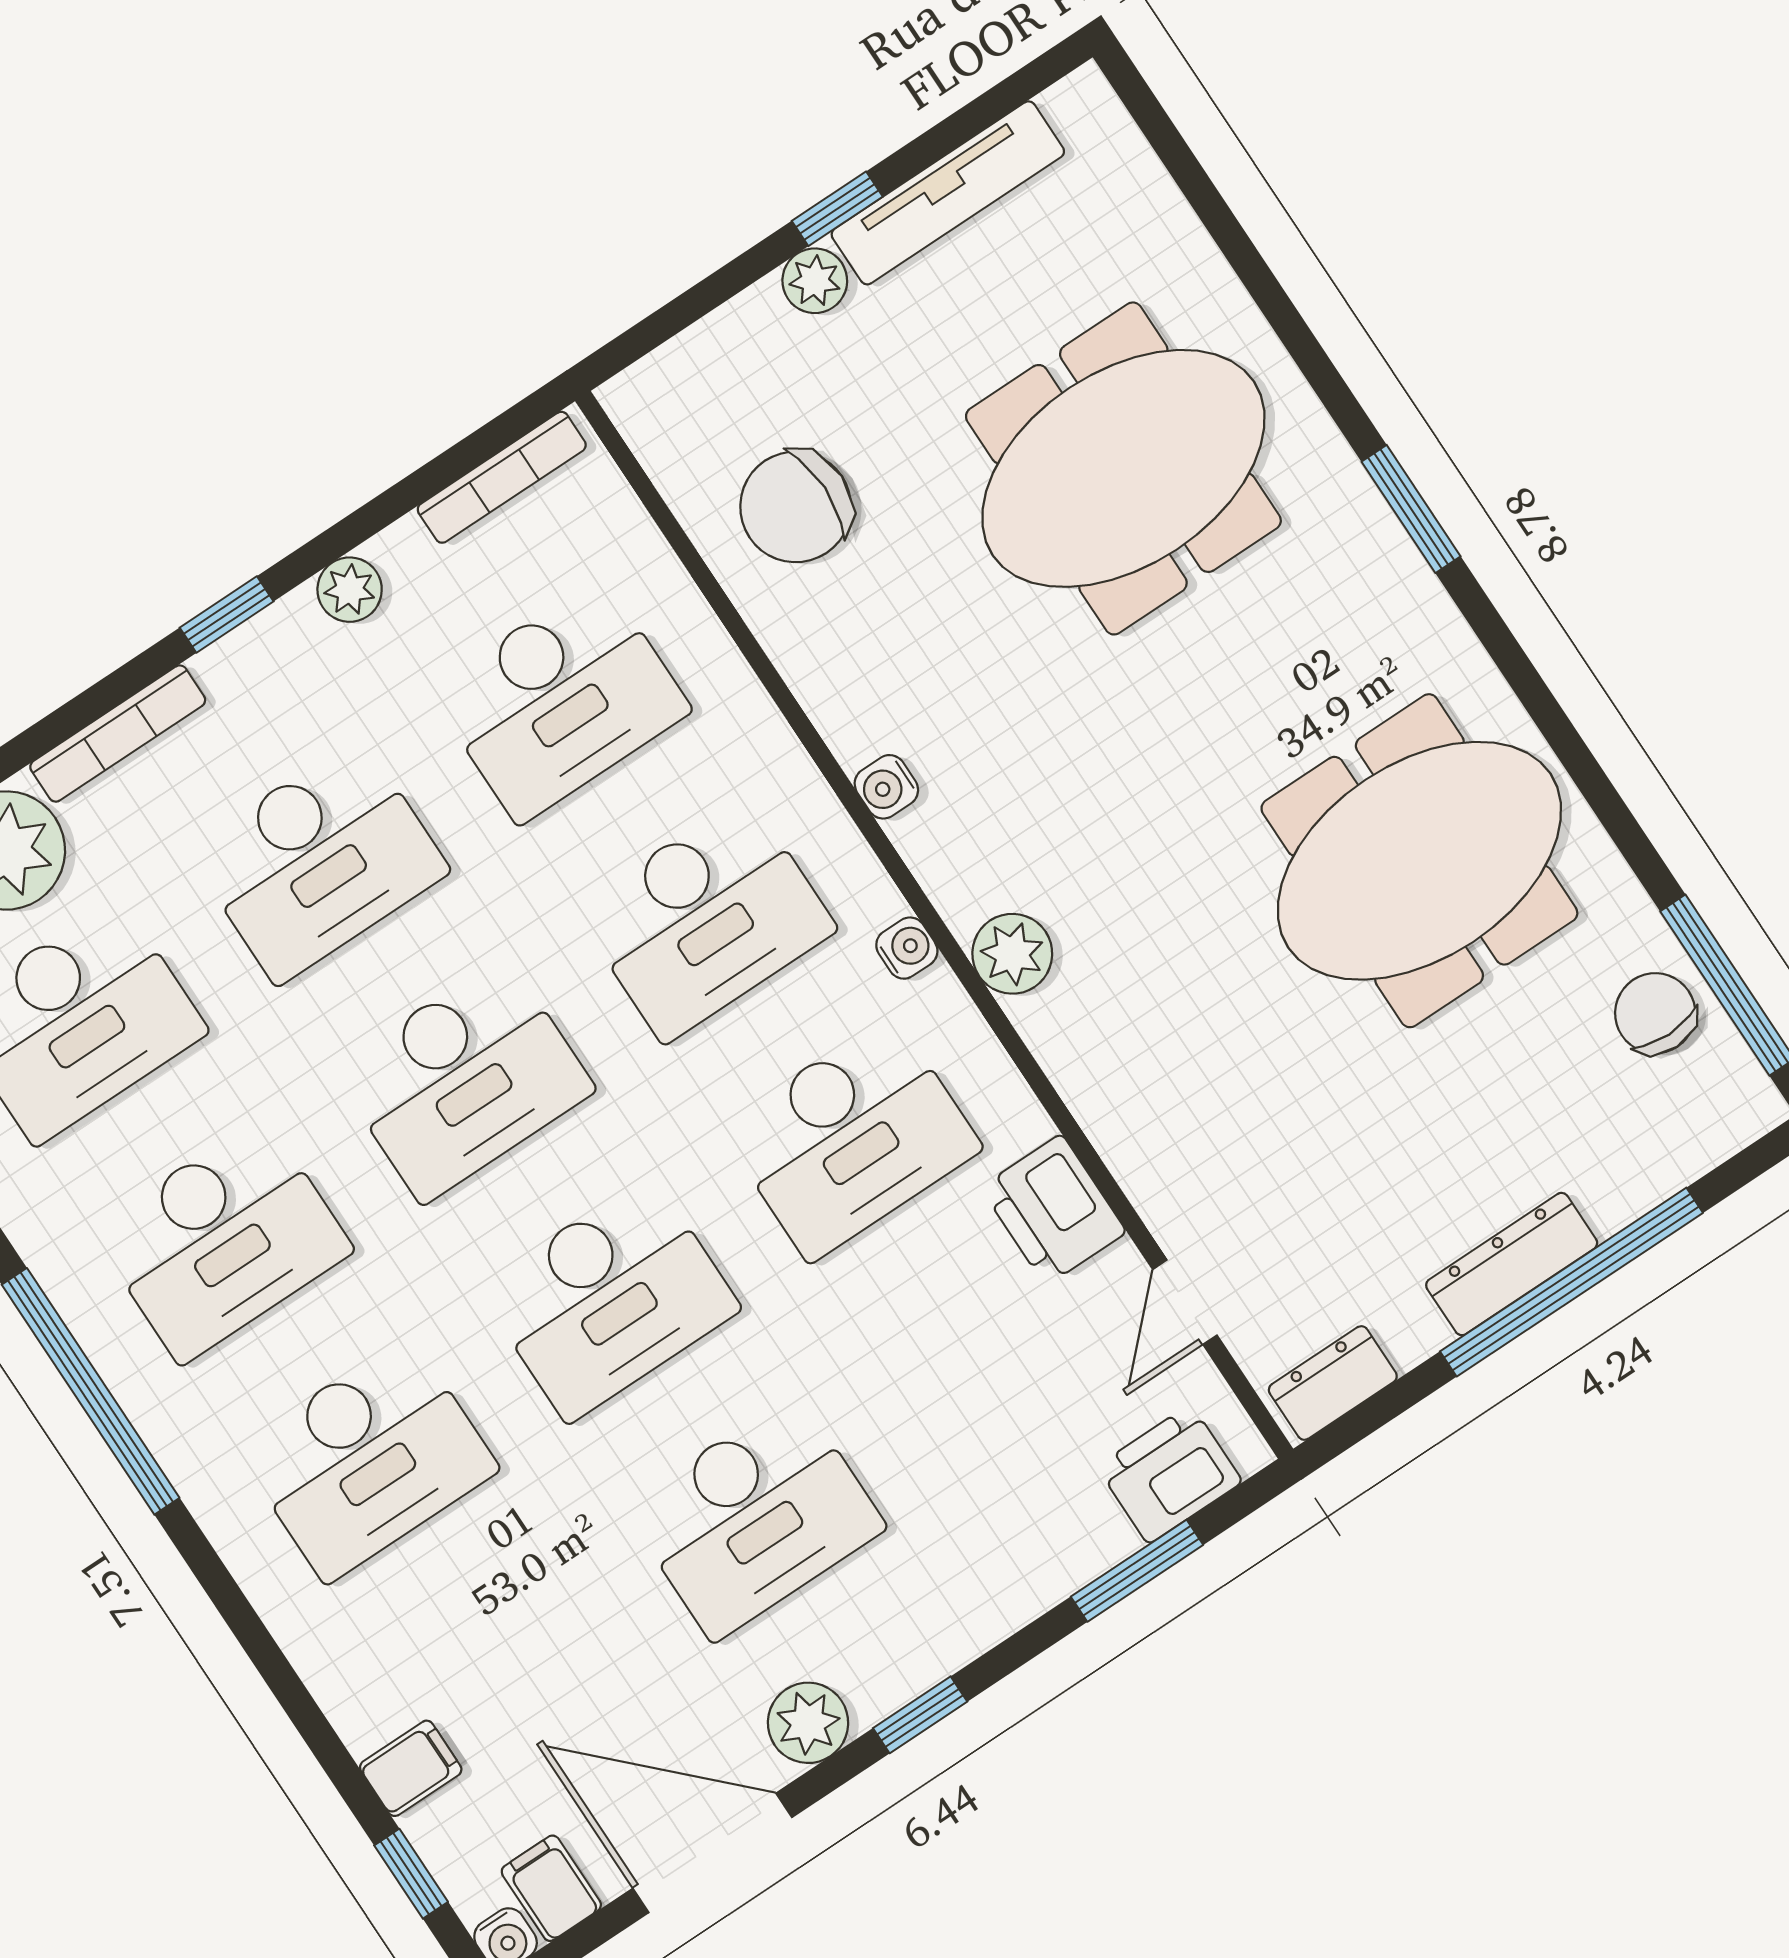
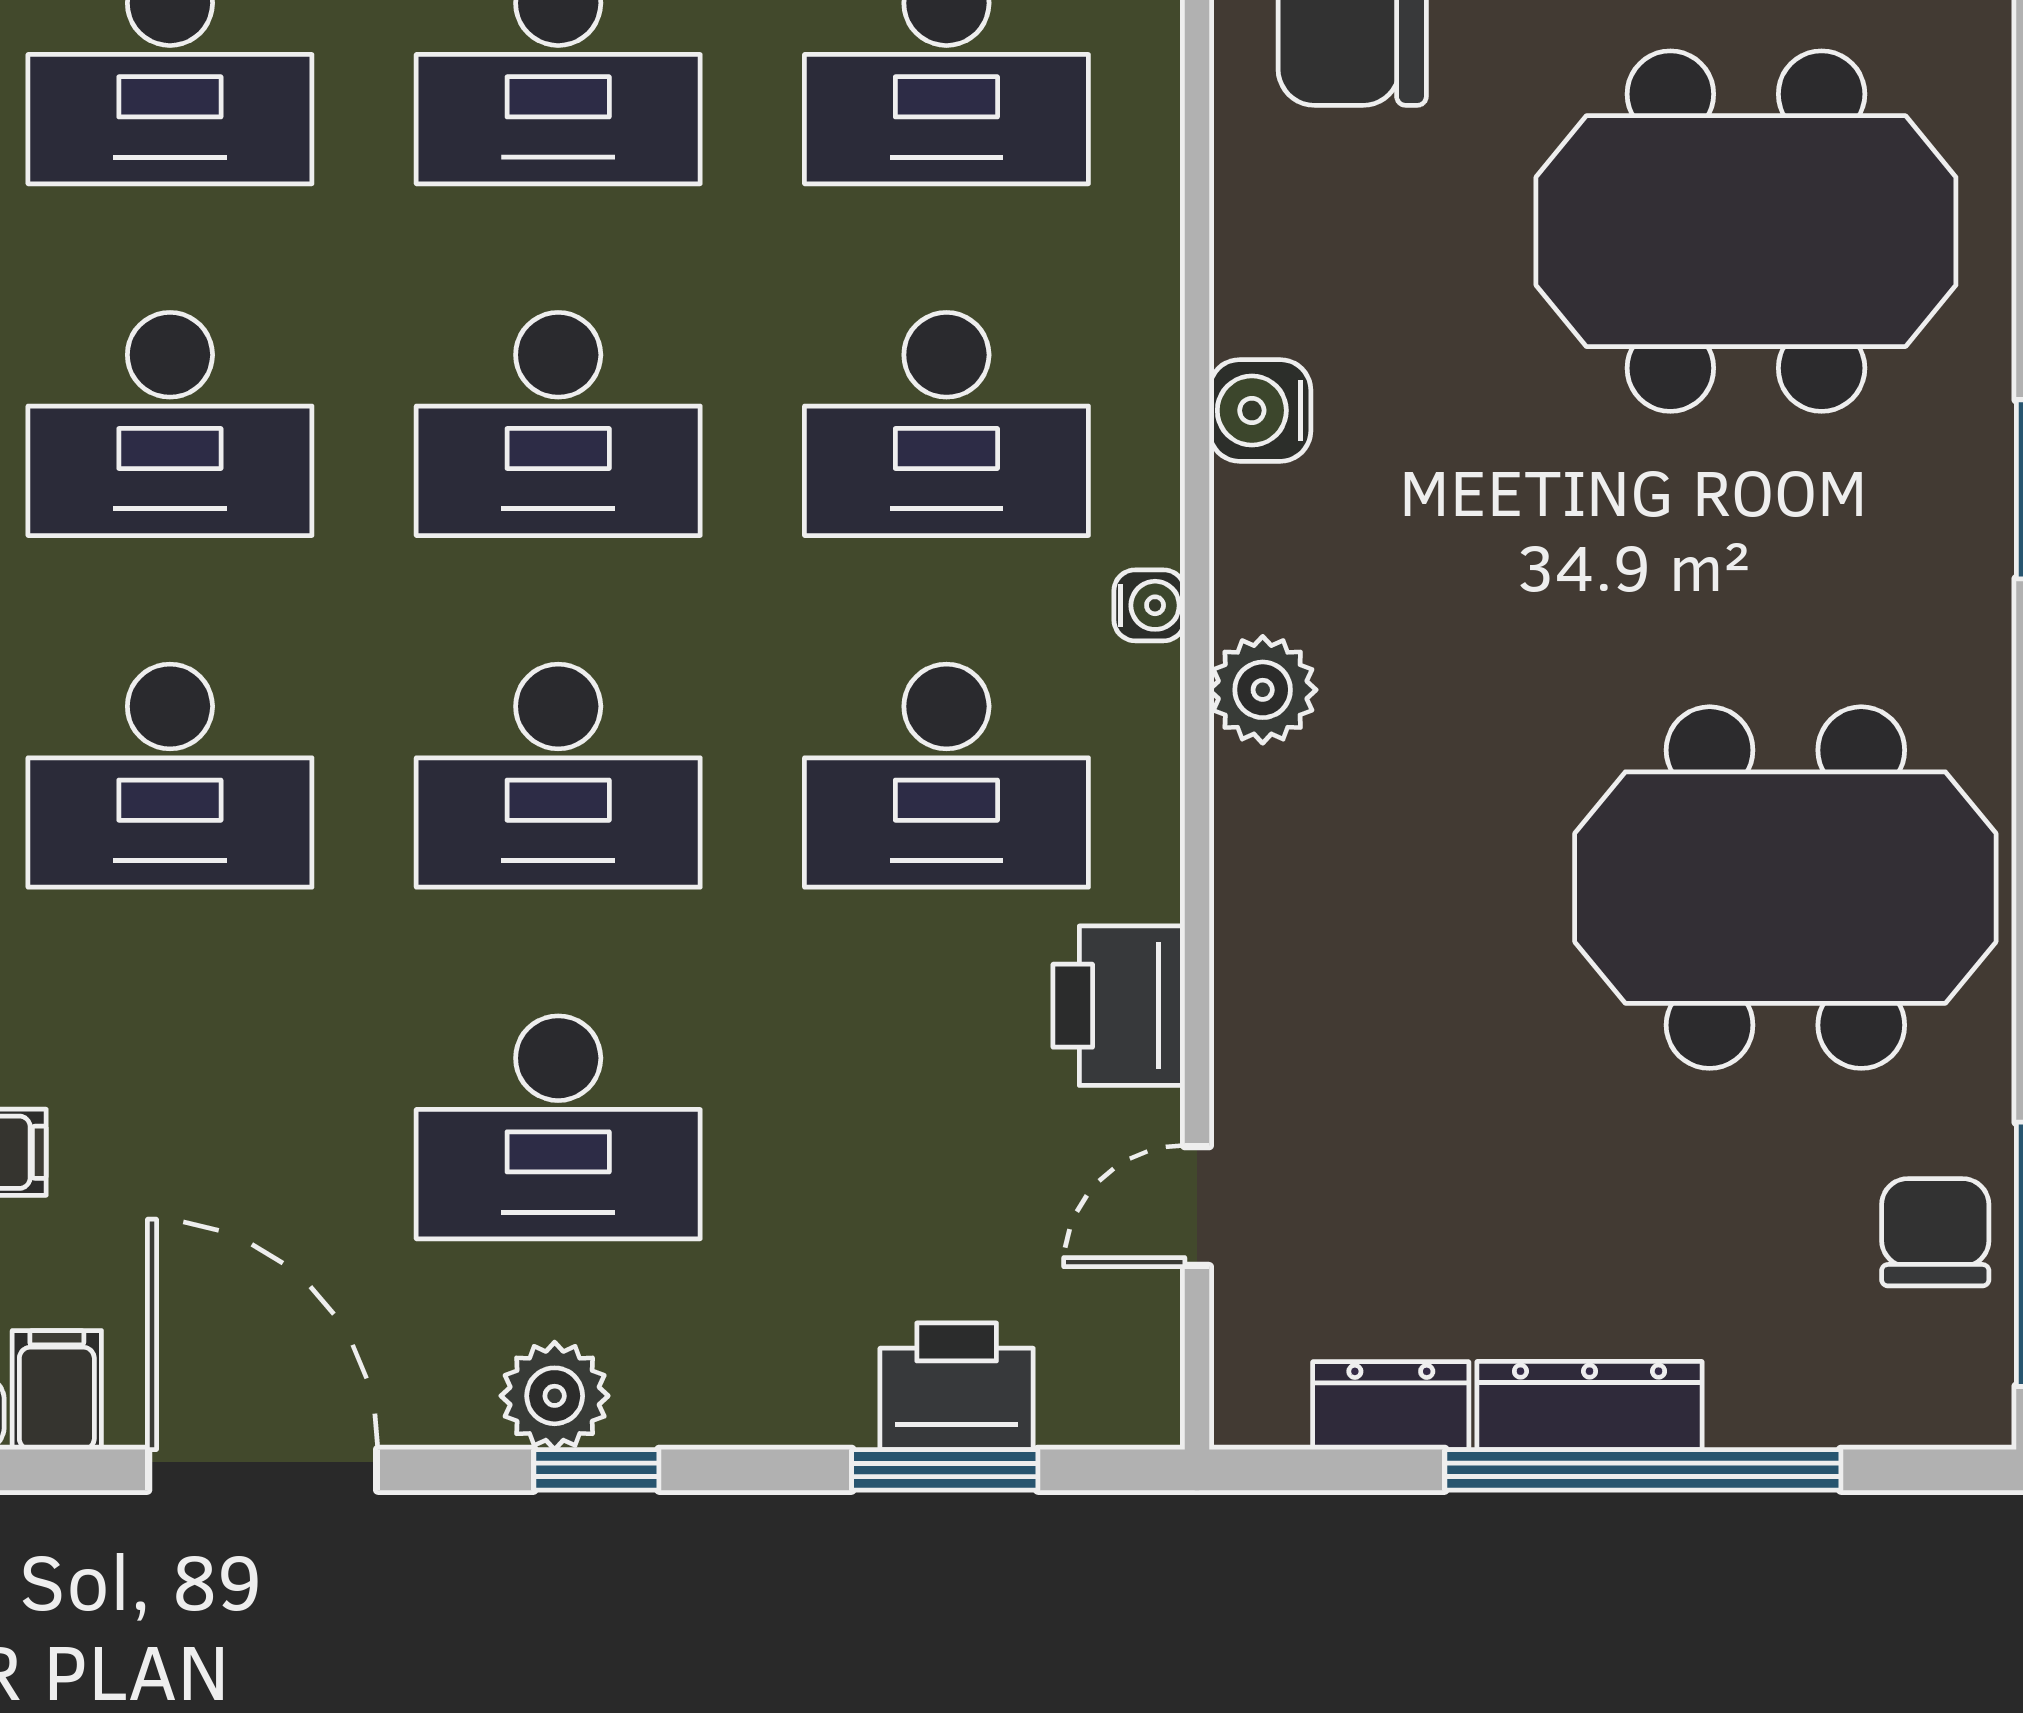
water cooler: (886, 787) -> (1260, 410), width x1.38, depth x1.38
dresser: (1333, 1383) -> (1391, 1406), moved
printer: (1170, 1474) -> (957, 1386), moved
plant: (808, 1723) -> (555, 1396), moved

